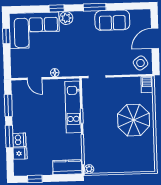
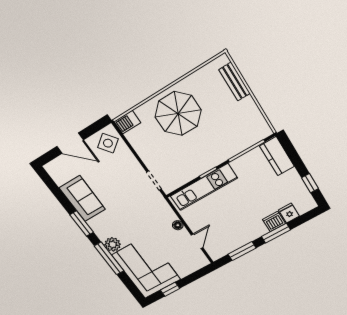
window: (57, 8) -> (109, 259), width x2.17
bench: (133, 167) -> (235, 82), added
plant: (89, 169) -> (266, 131), removed

